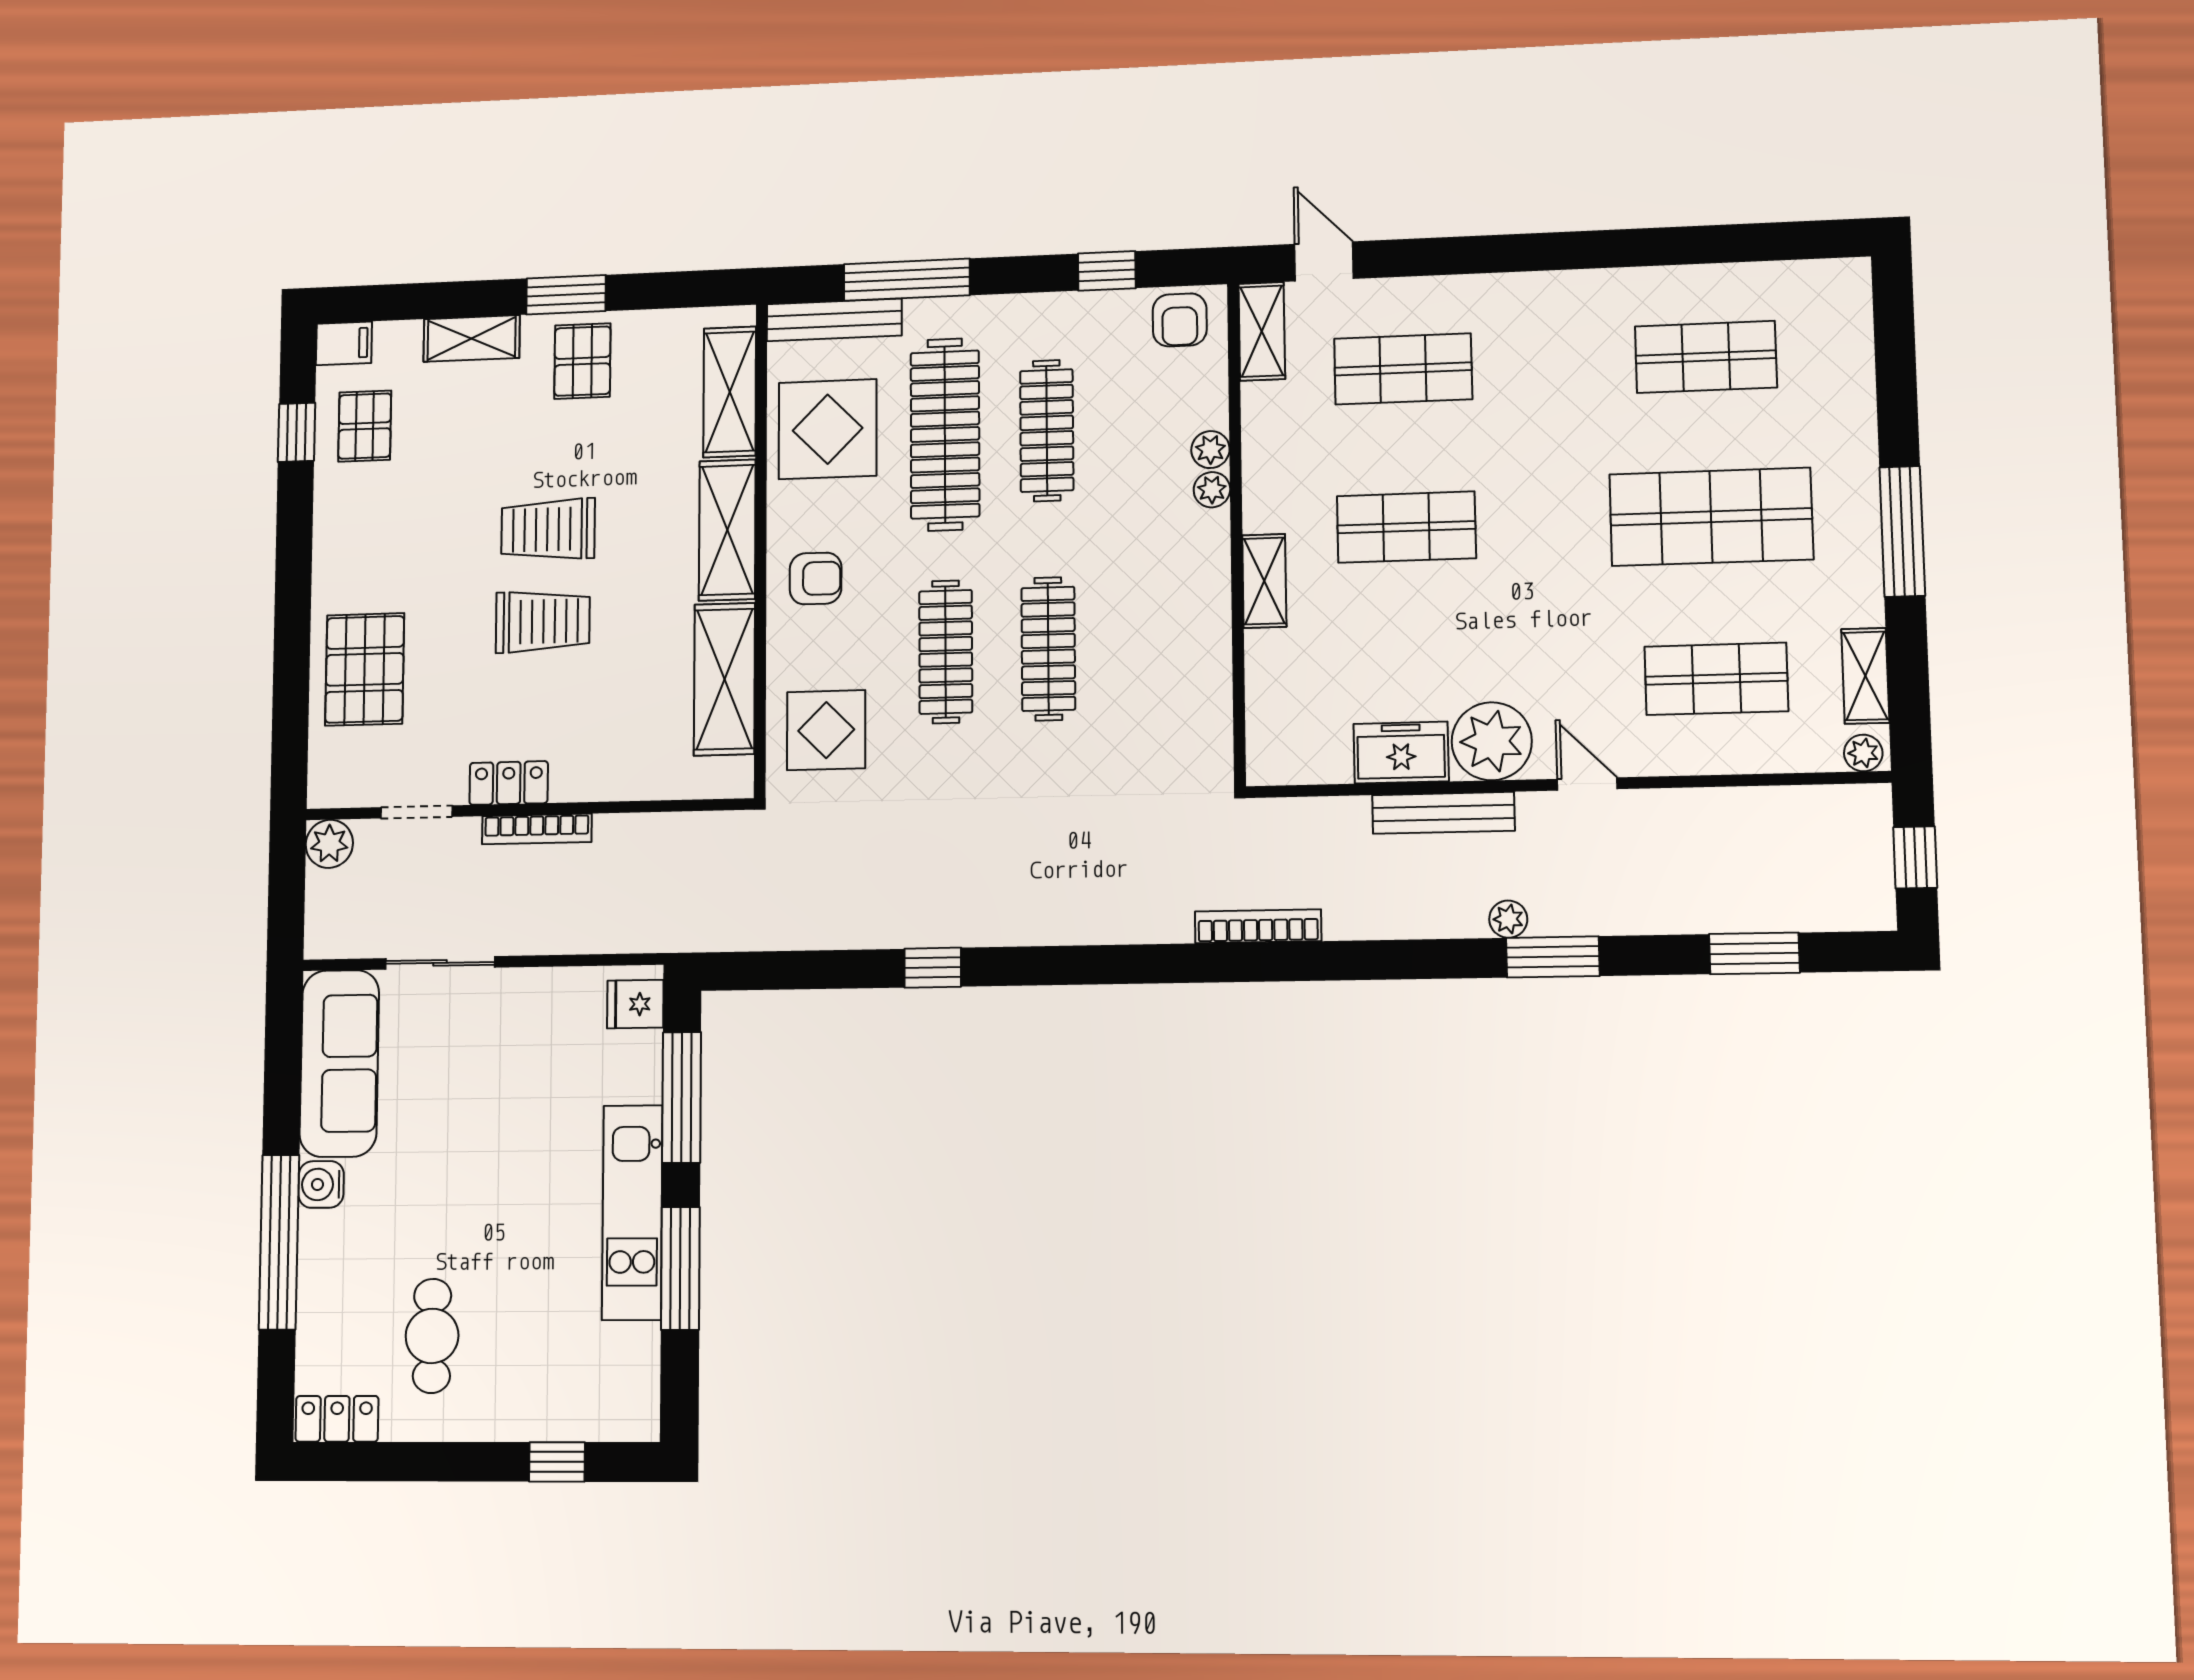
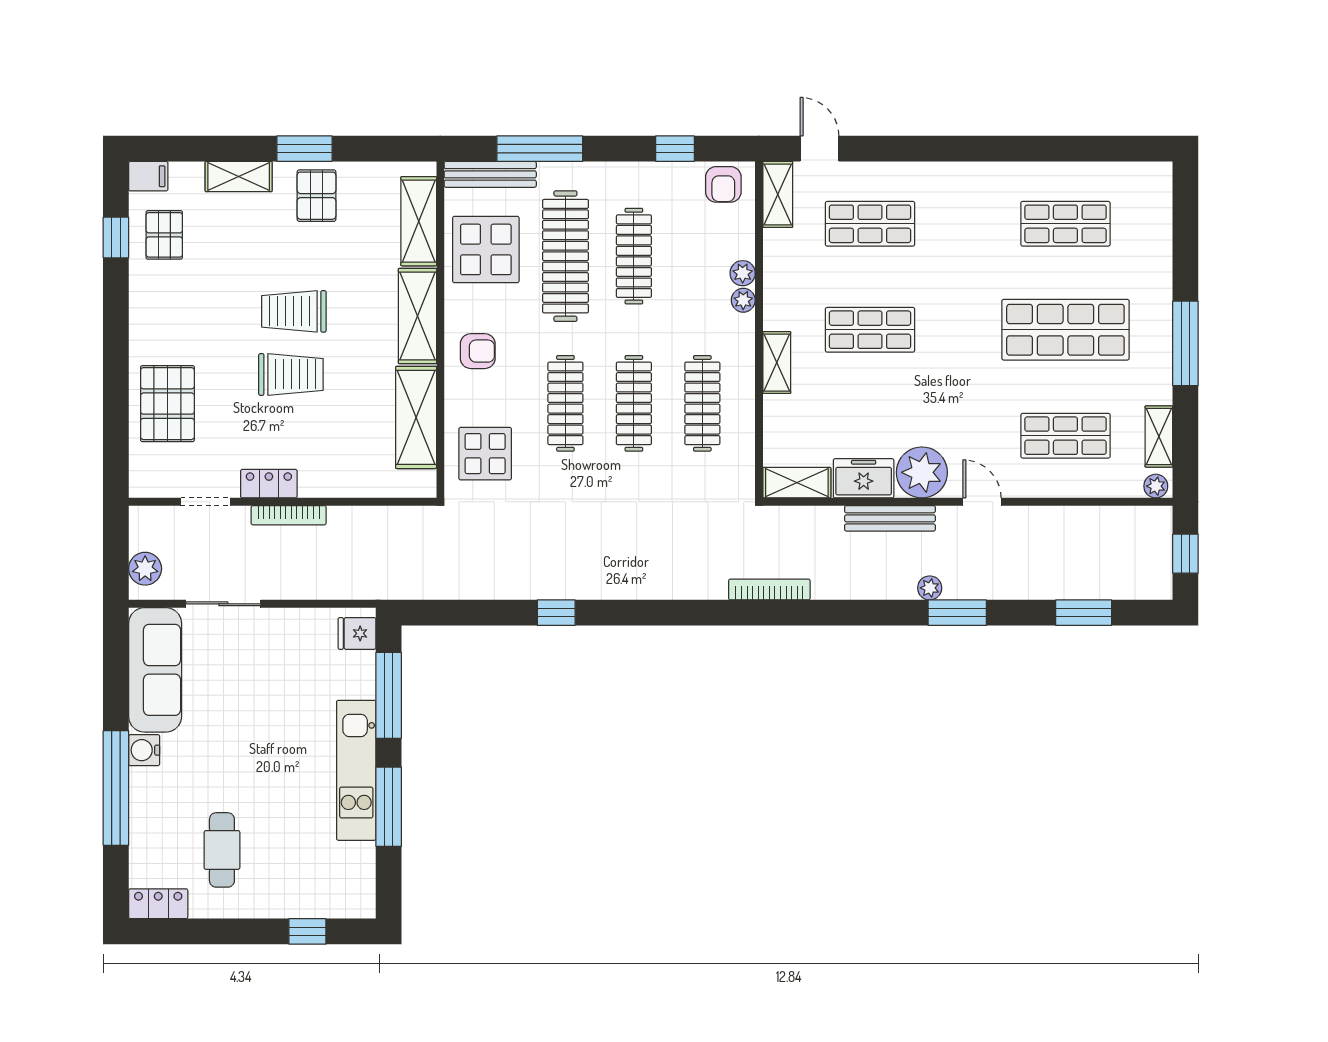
clothes rail: (1152, 646) -> (702, 403), added
shelving: (1298, 762) -> (797, 483), added
plant: (329, 844) -> (145, 569), moved

